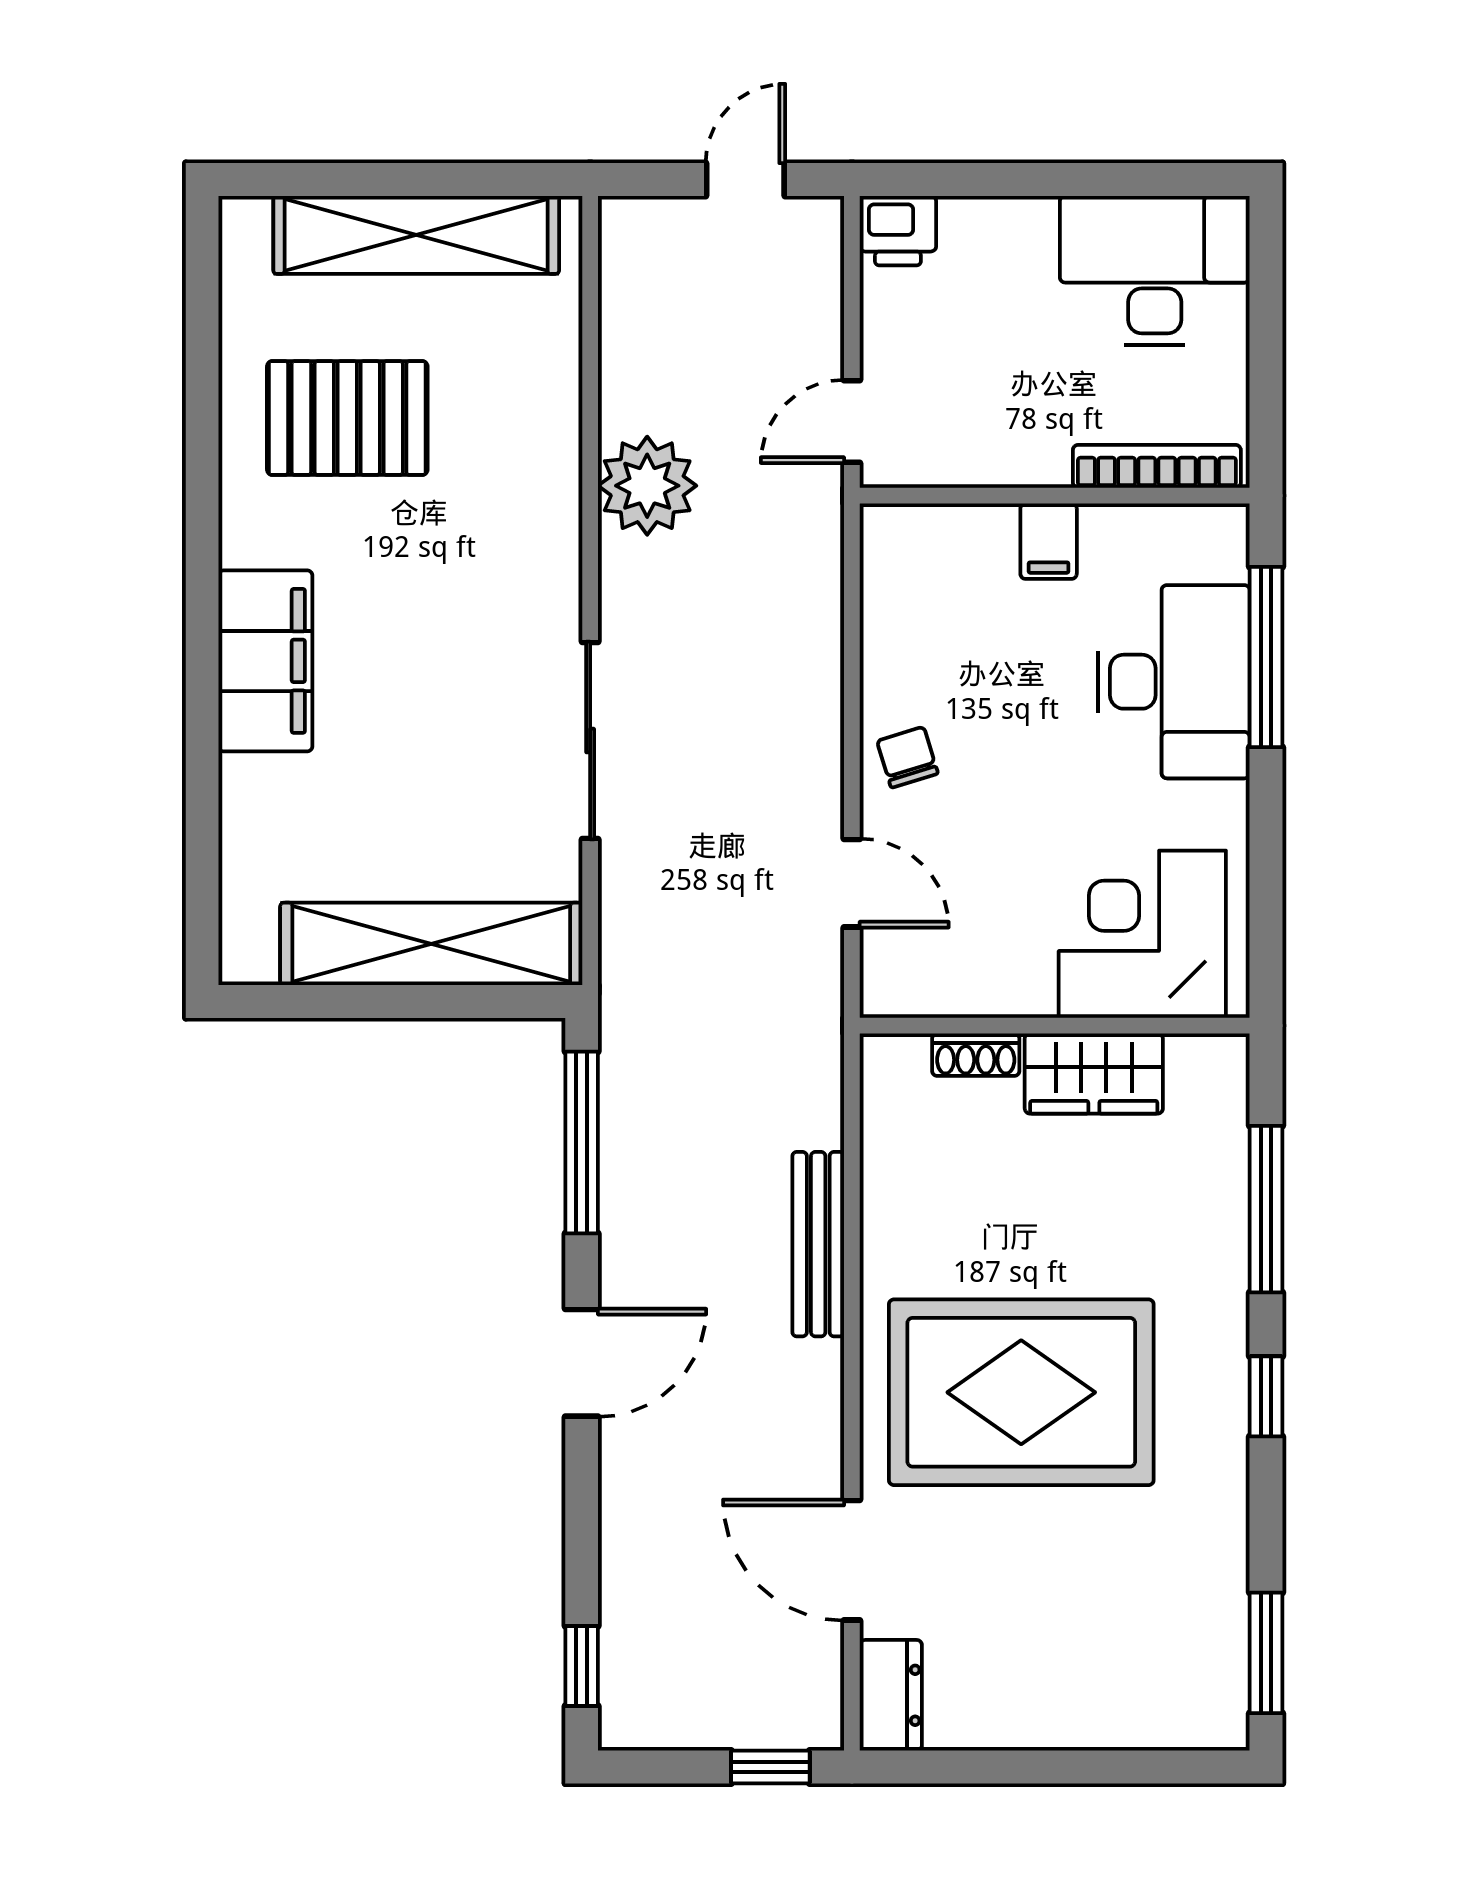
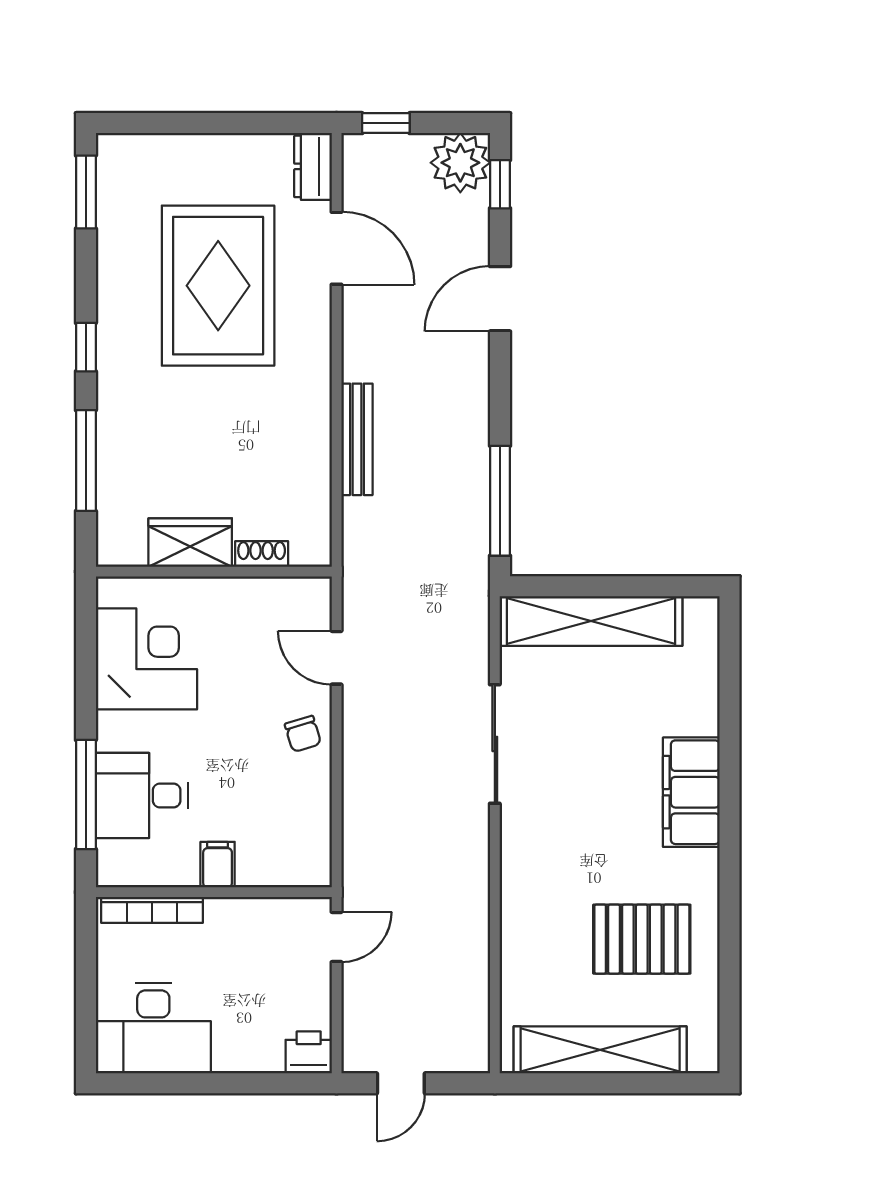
plant: (647, 486) -> (460, 163), moved
desk: (1174, 682) -> (142, 795), width x0.73
corner desk: (1142, 934) -> (146, 659), moved, turned -90
door: (582, 1363) -> (500, 299), moved
rug: (1021, 1392) -> (218, 286), moved, turned 90

